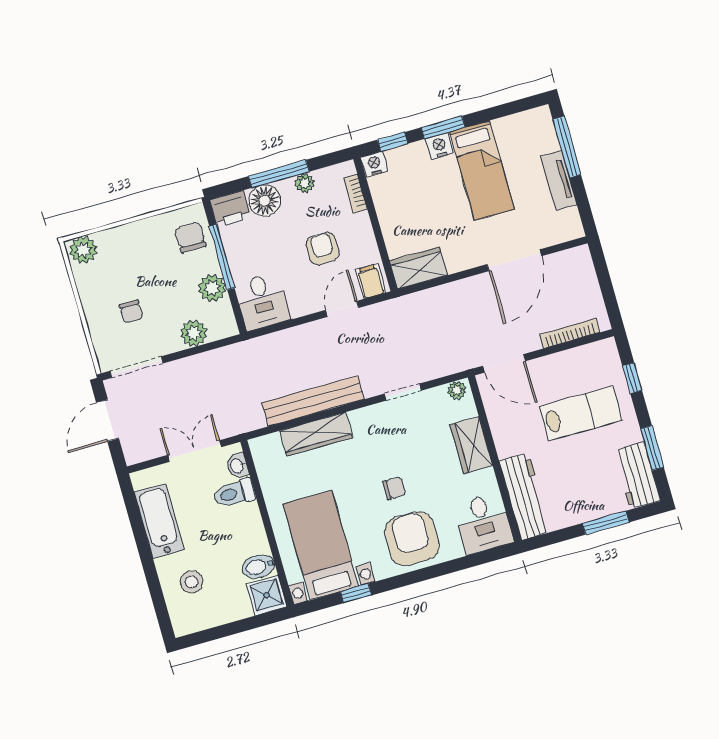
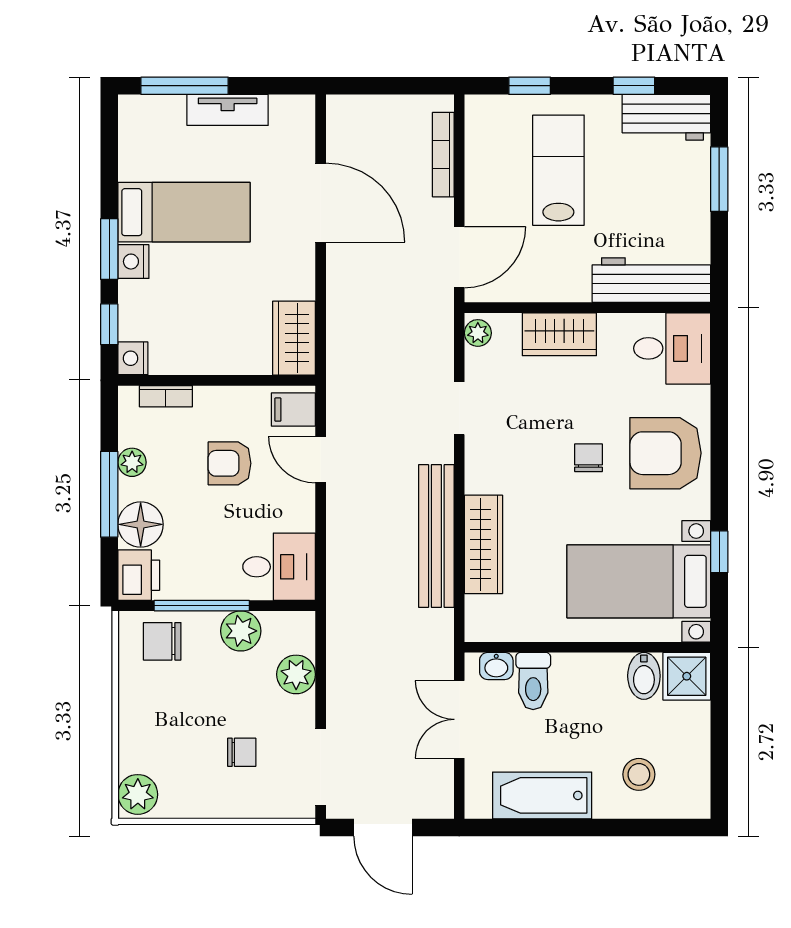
window: (652, 448) -> (634, 86), width x0.67

